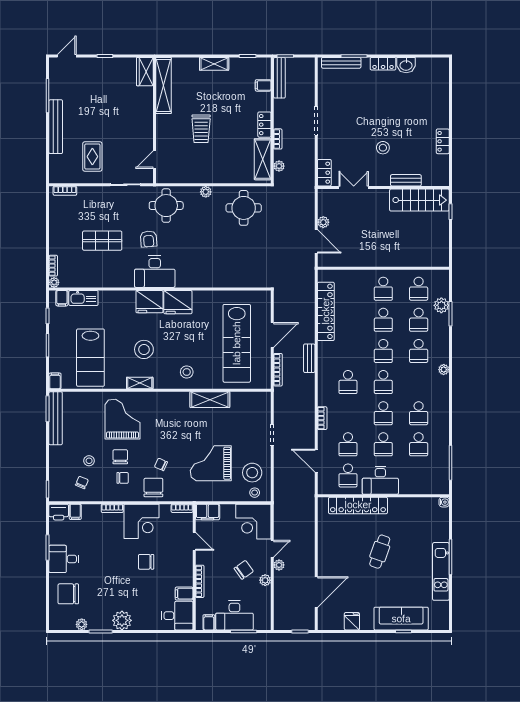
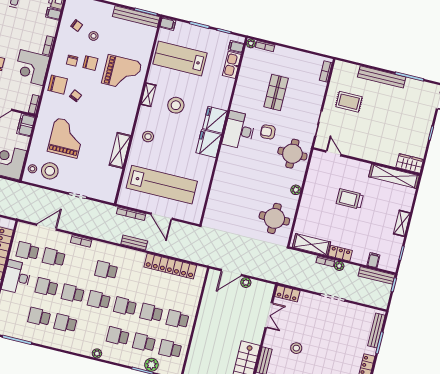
plant: (279, 166) -> (339, 266), moved
lab bench: (237, 343) -> (162, 185), turned 180

